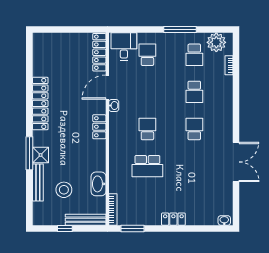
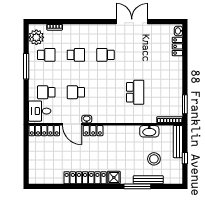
locker: (99, 127) -> (93, 131), moved
school desk: (147, 129) -> (76, 92), moved
window: (29, 153) -> (137, 186), moved
shower: (41, 155) -> (114, 178), moved
locker: (173, 219) -> (177, 46), moved

